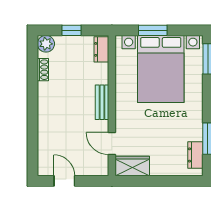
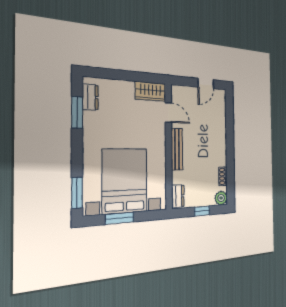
window: (153, 30) -> (120, 218), moved
bench: (102, 102) -> (177, 149), width x1.36
door: (64, 181) -> (206, 83), hinge flipped

